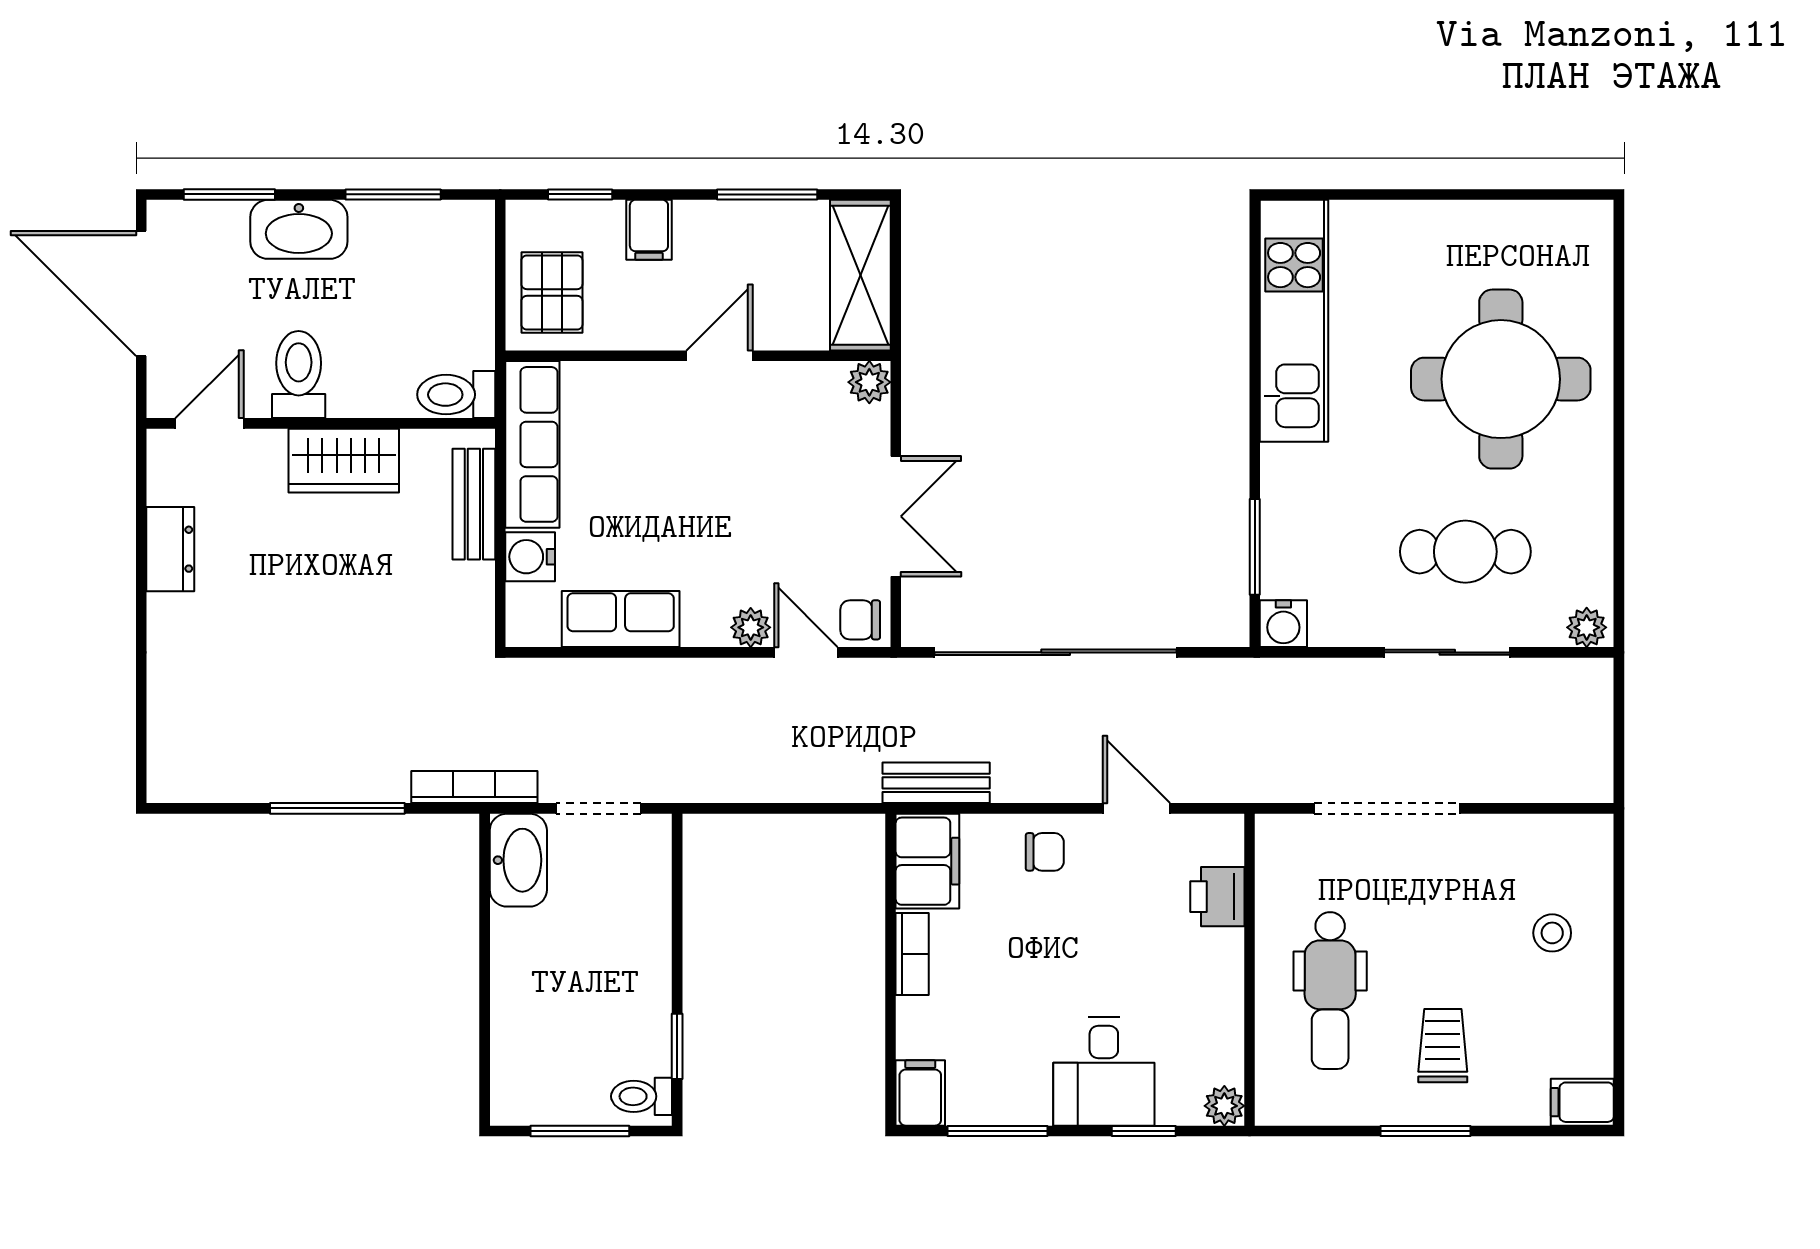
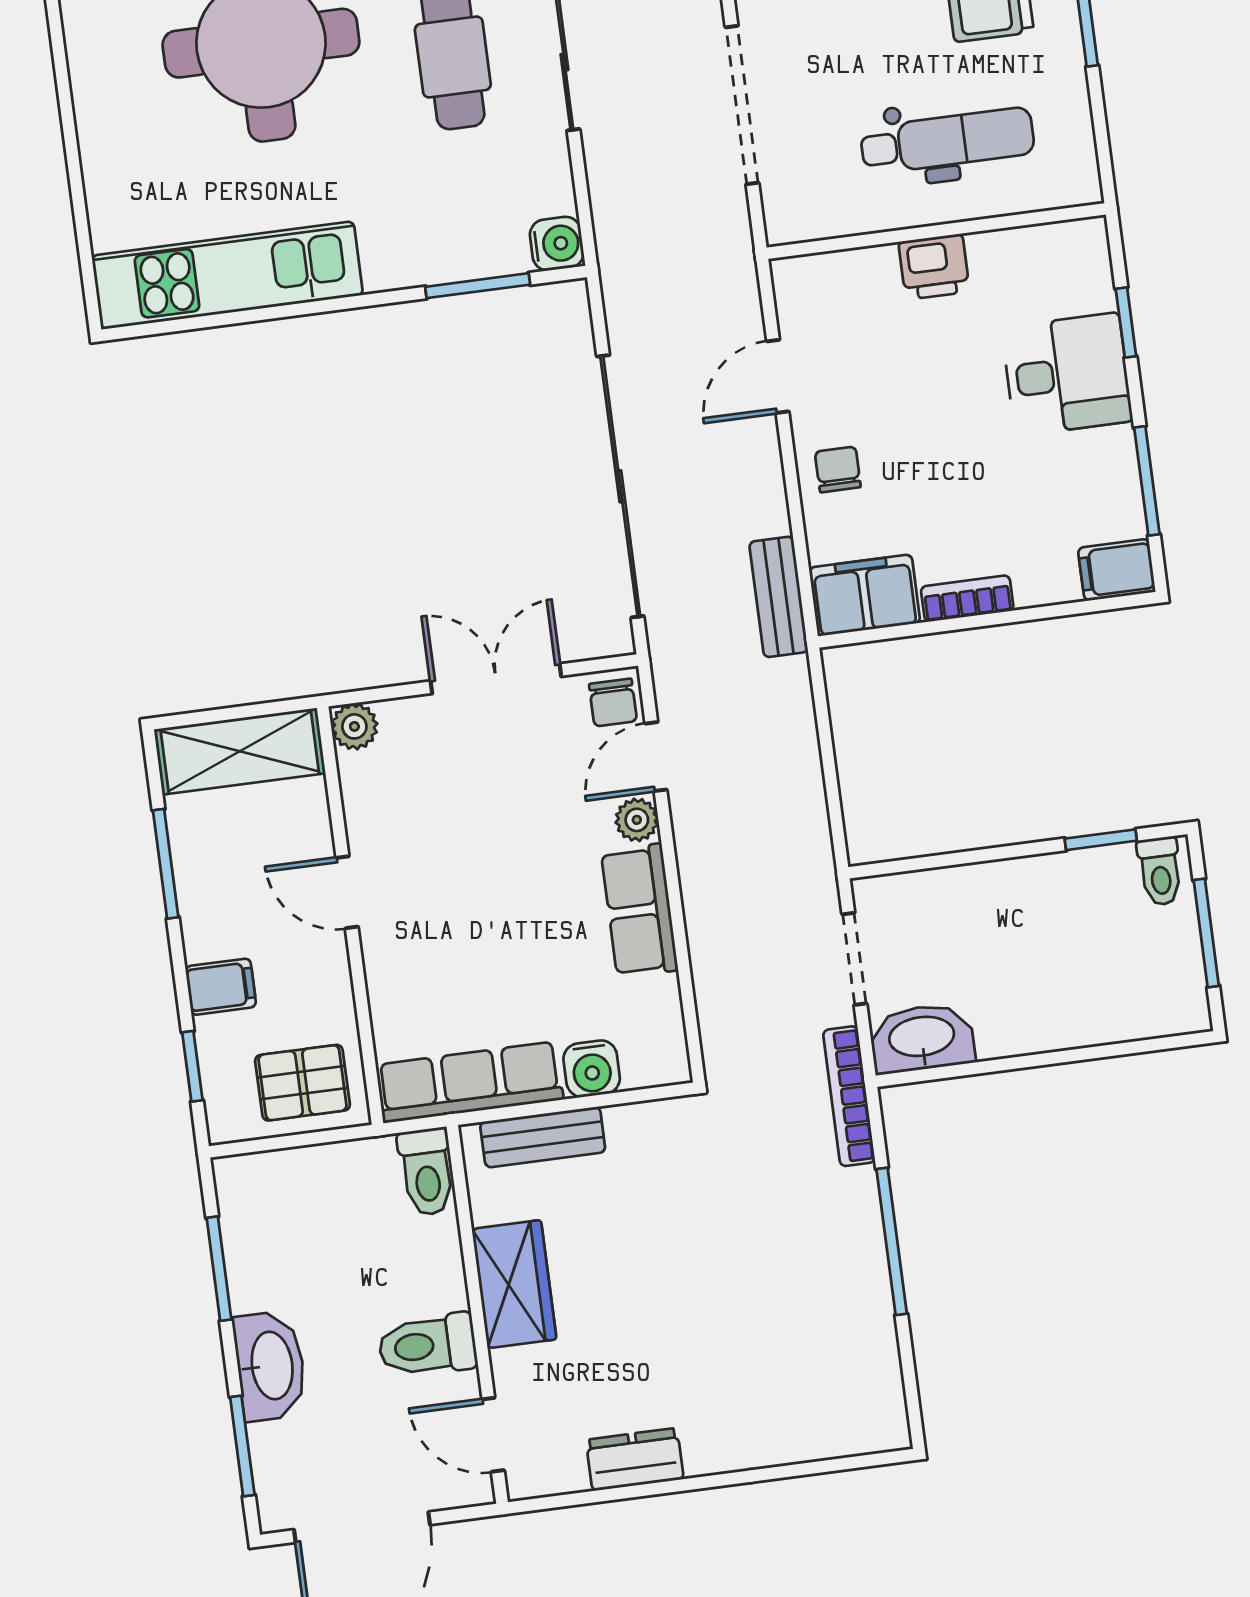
row of seats: (621, 619) -> (639, 911), moved
printer: (1217, 897) -> (934, 267), moved
plant: (1224, 1106) -> (1087, 239), removed

